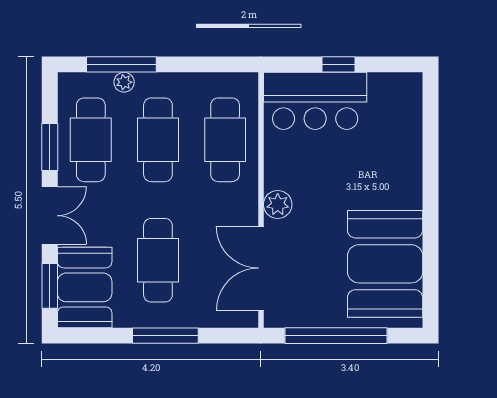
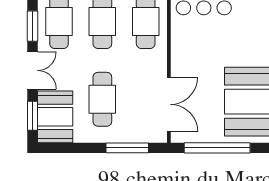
plant: (278, 204) -> (180, 63), removed
double door: (261, 268) -> (169, 104), swing flipped
window: (165, 336) -> (127, 148), moved

